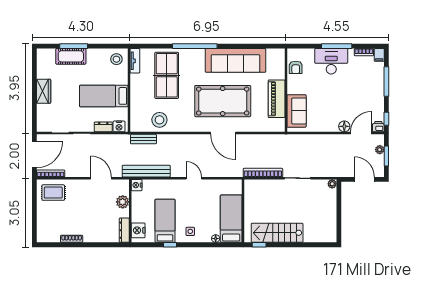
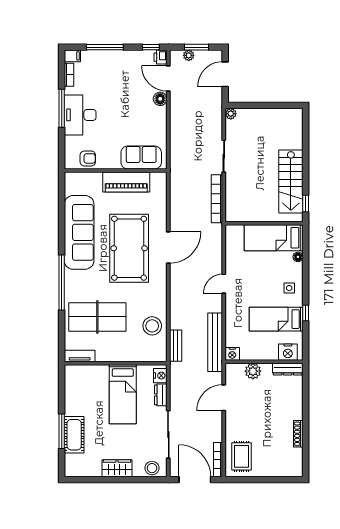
stool: (116, 59) -> (152, 468), moved

